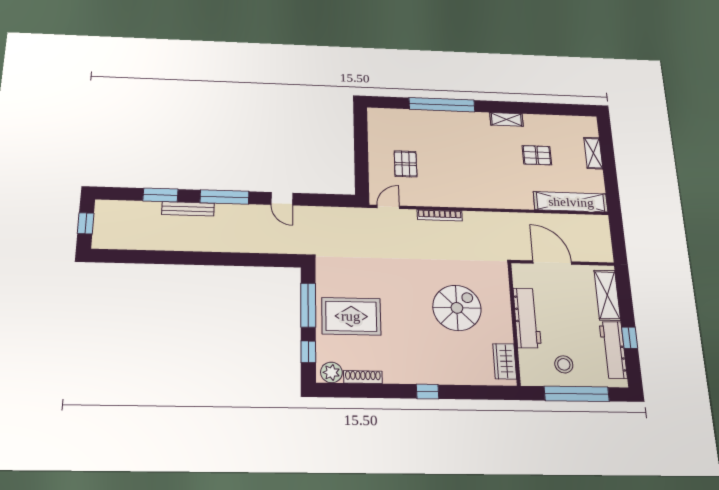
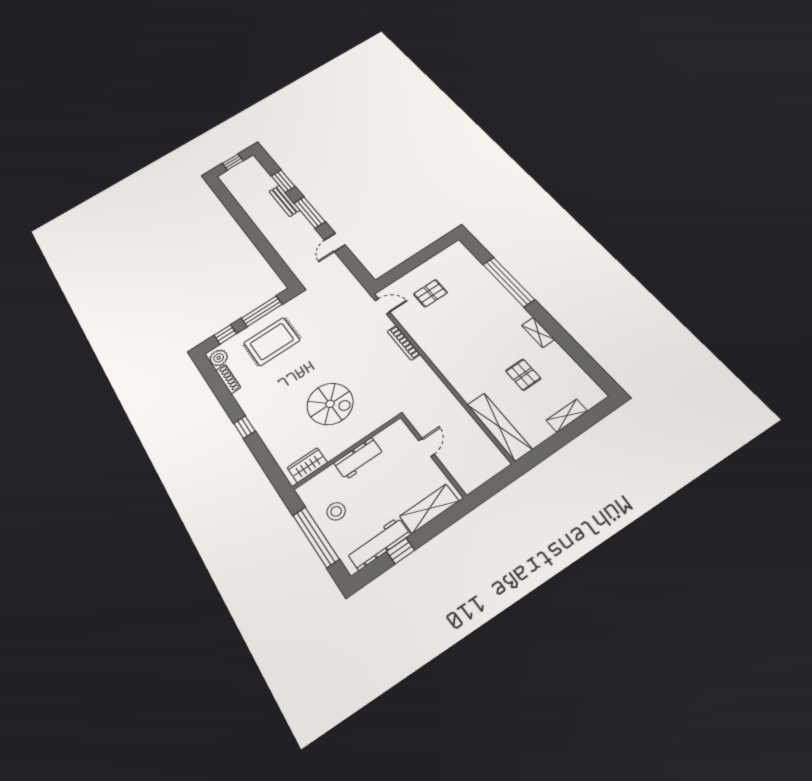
door: (552, 263) -> (426, 447), width x0.53
rug: (351, 316) -> (272, 342), turned 90
workbench: (527, 318) -> (359, 459), width x0.73

